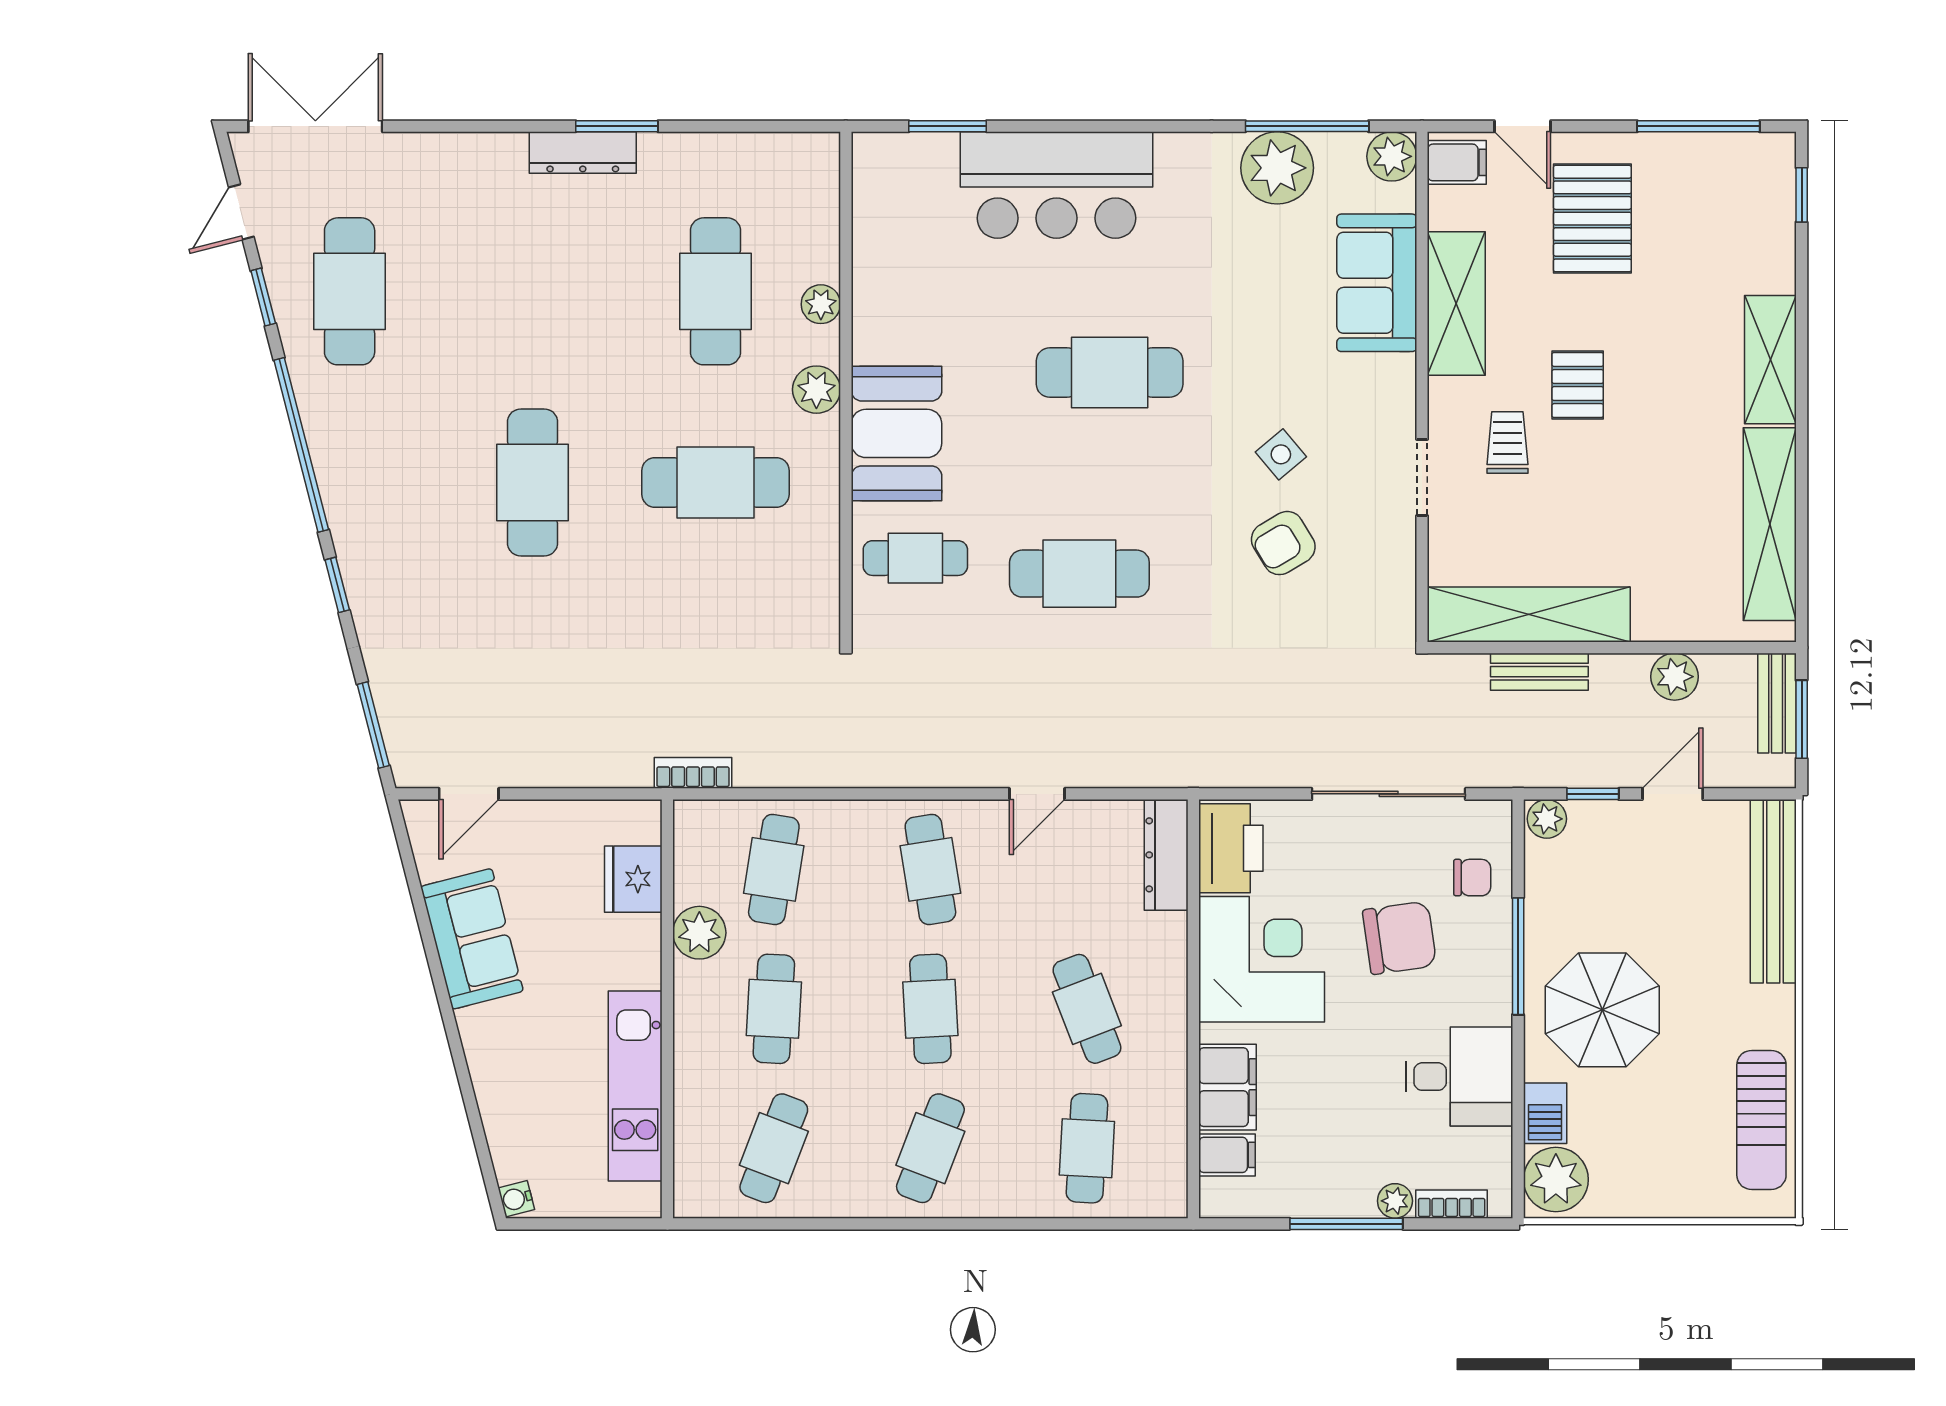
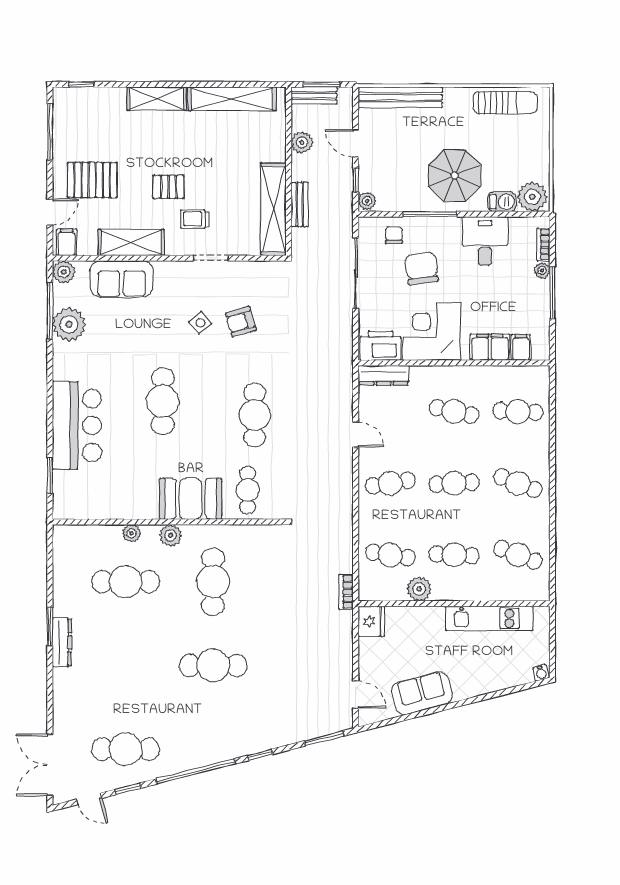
armchair: (1283, 543) -> (241, 322), turned 105
fridge: (633, 879) -> (371, 621), moved, turned -90
cafe table: (1087, 1009) -> (454, 412), turned 33

